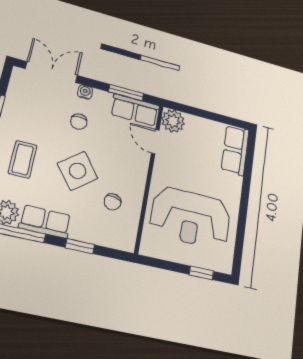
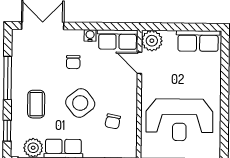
water cooler: (85, 92) -> (90, 35), moved
window: (126, 93) -> (107, 26), removed
row of seats: (235, 150) -> (198, 41), moved, turned -90

